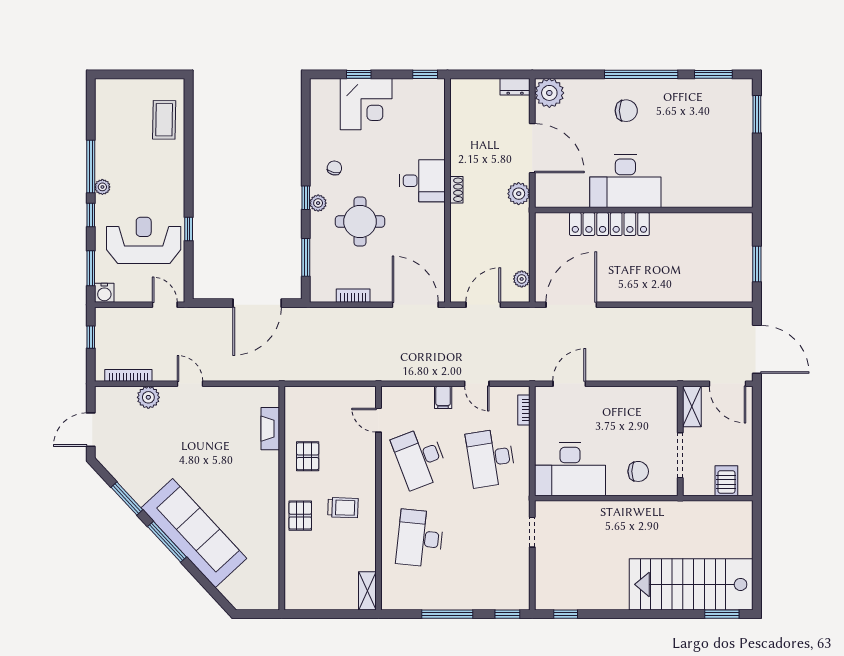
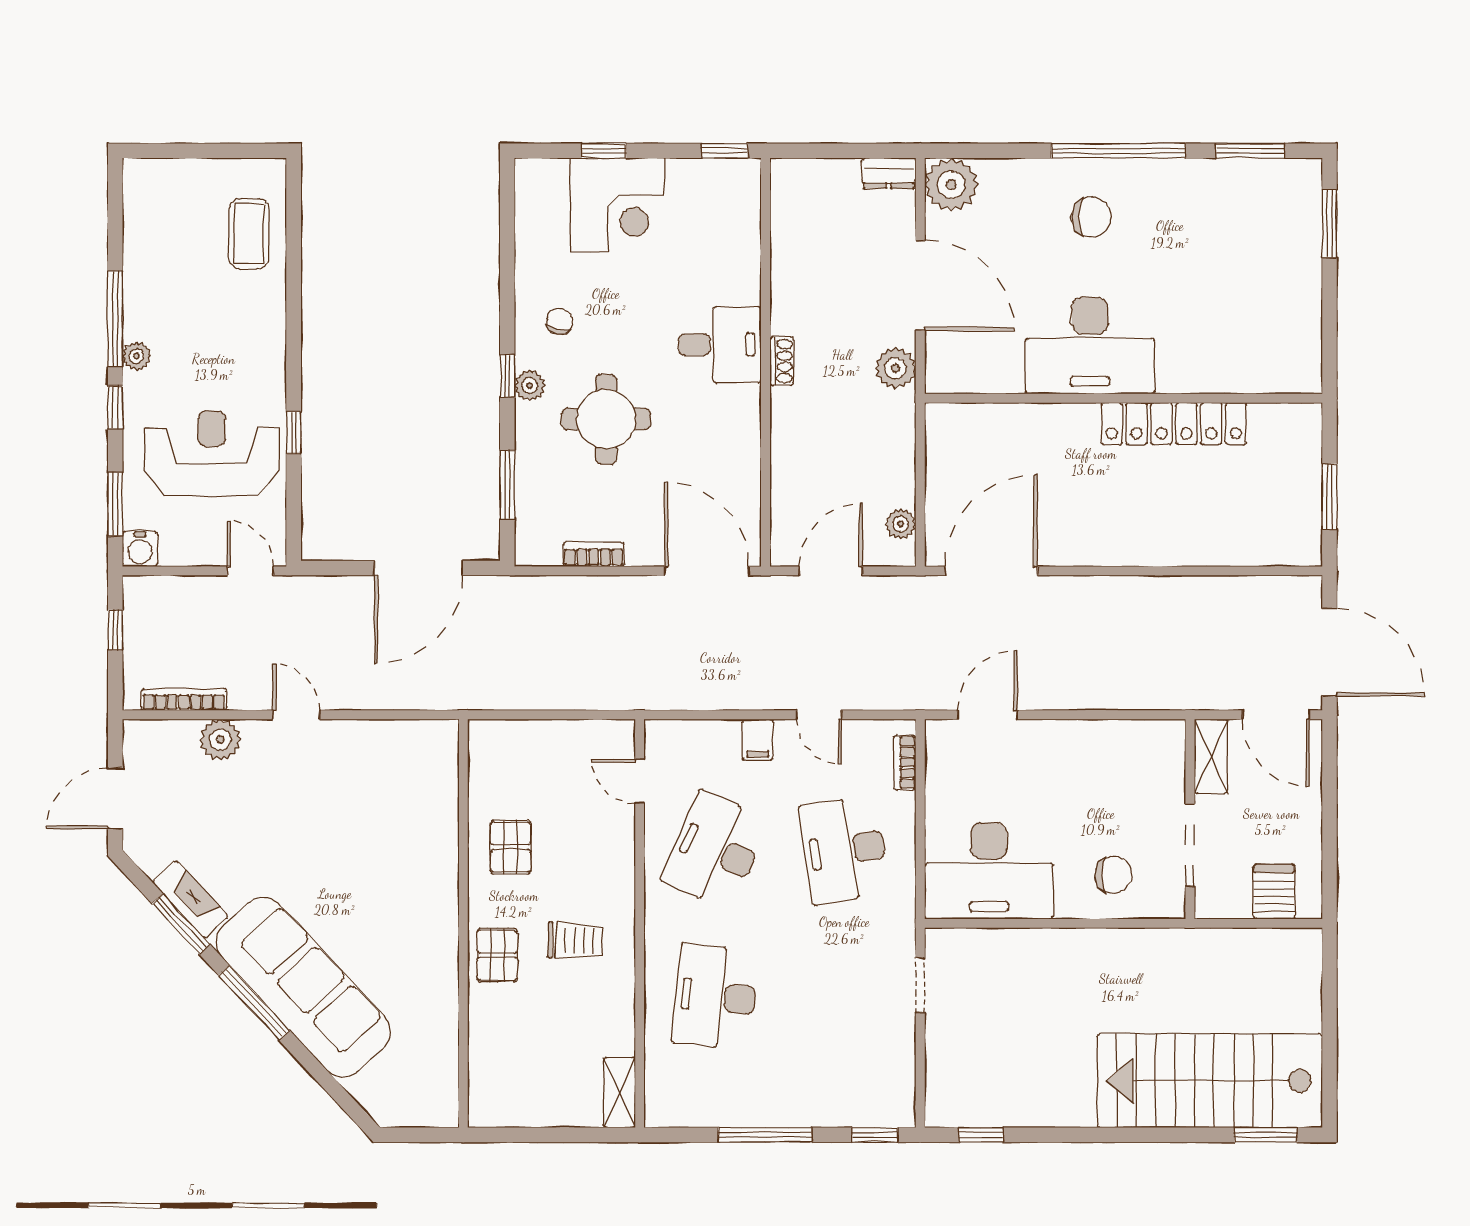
locker: (609, 224) -> (1174, 424), moved
fireplace: (270, 429) -> (190, 899), moved, turned 137
desk: (420, 458) -> (715, 850), turned 45

